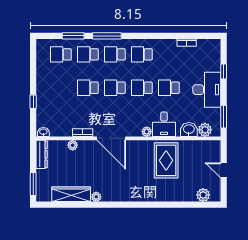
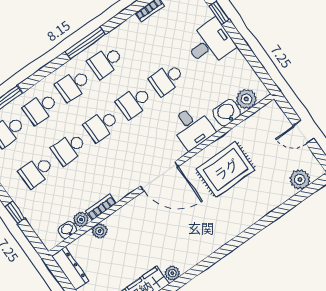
window: (107, 36) -> (85, 43), moved
school desk: (61, 88) -> (36, 171), added
desk: (207, 90) -> (210, 43), width x0.73
window: (224, 117) -> (258, 67), removed
washbasin: (43, 132) -> (67, 230), moved
plant: (147, 132) -> (81, 220), moved
door: (111, 138) -> (159, 176), moved
rug: (166, 160) -> (226, 169), turned 90

